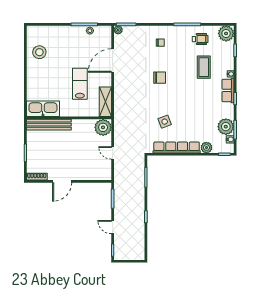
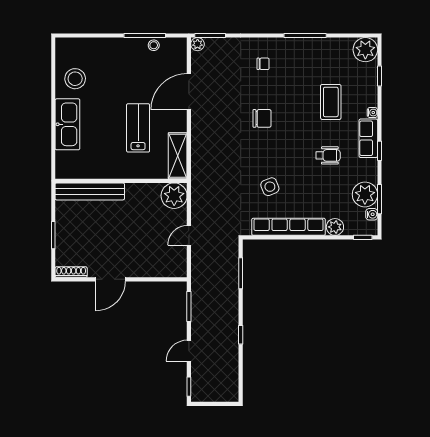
wheelchair: (200, 39) -> (328, 155), moved
kitchen sink: (43, 109) -> (67, 124), moved, turned 90
door: (113, 153) -> (189, 235), hinge flipped
door: (113, 227) -> (189, 351), hinge flipped

